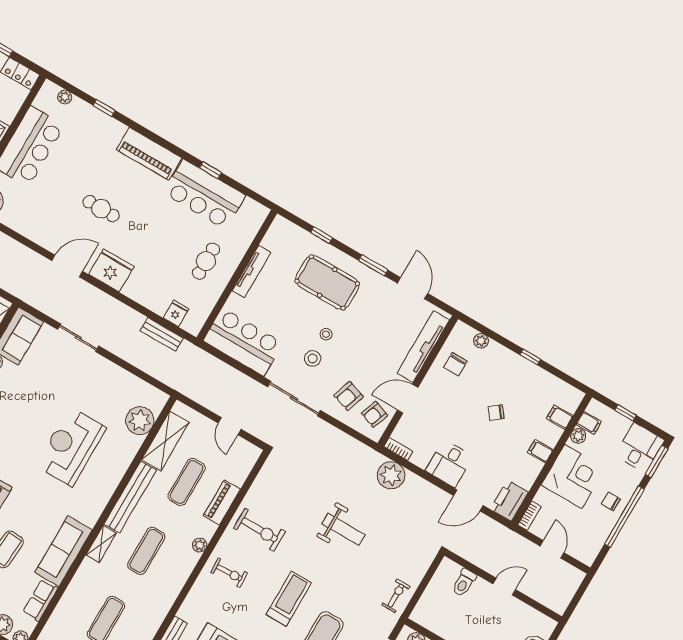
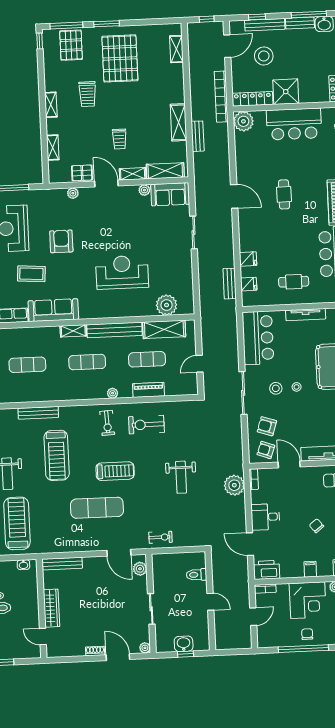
fridge: (111, 270) -> (248, 259), moved, width x0.53, depth x0.75
exercise bike: (259, 530) -> (146, 425), turned 90

